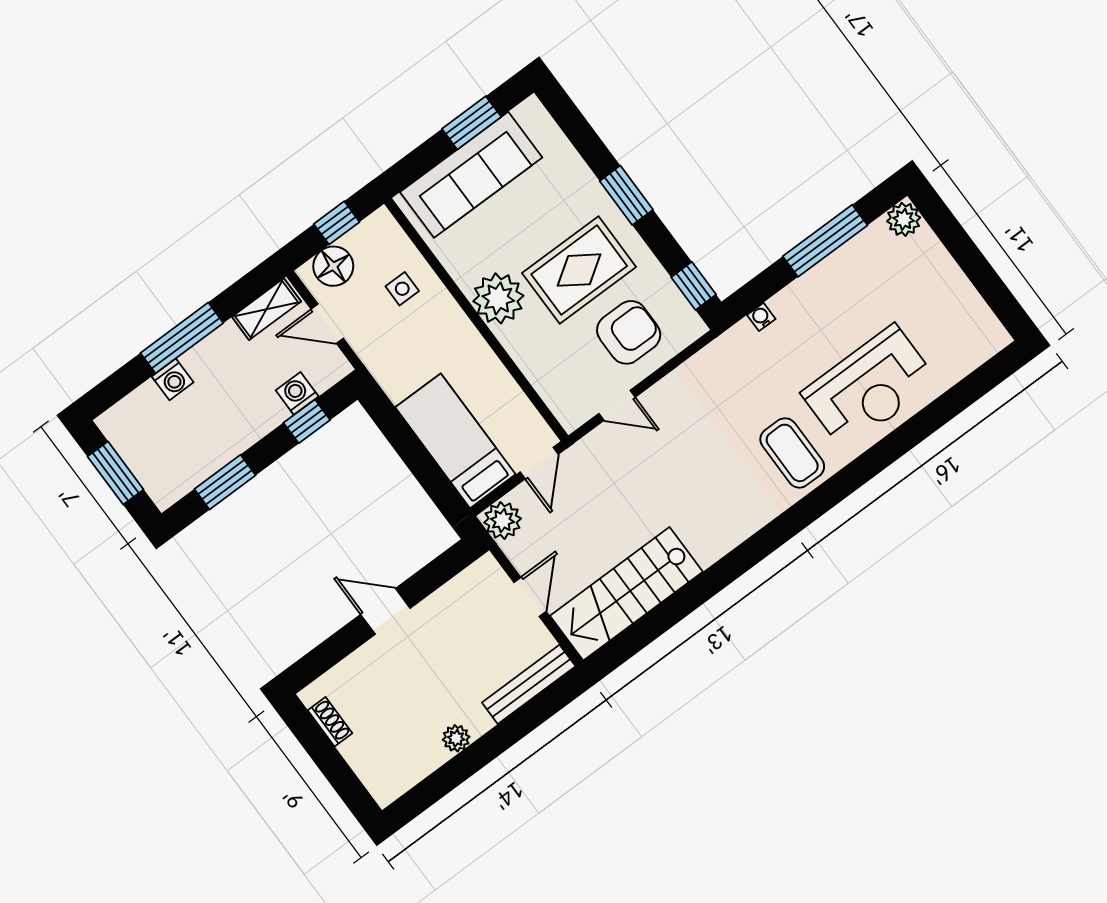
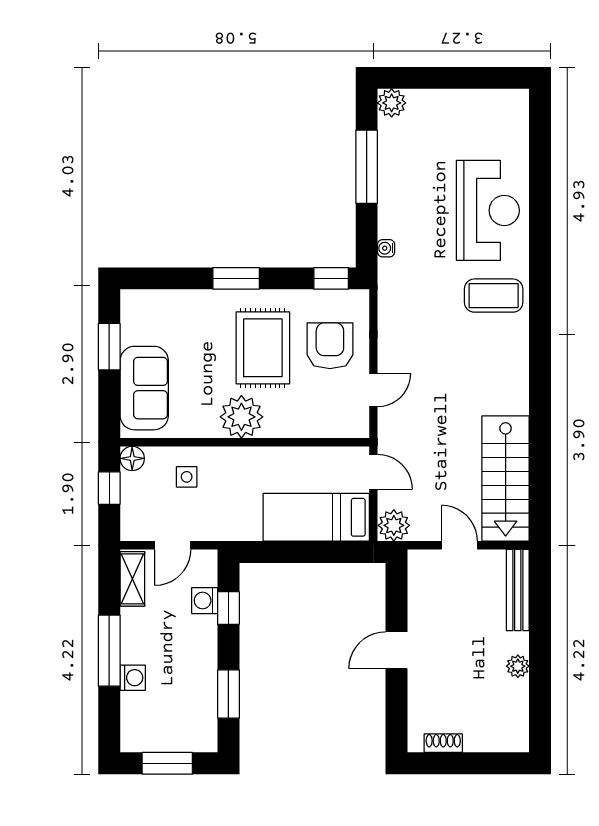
sofa: (471, 175) -> (144, 388), width x0.73
floor lamp: (333, 266) -> (132, 458), moved, width x0.73, depth x0.73

